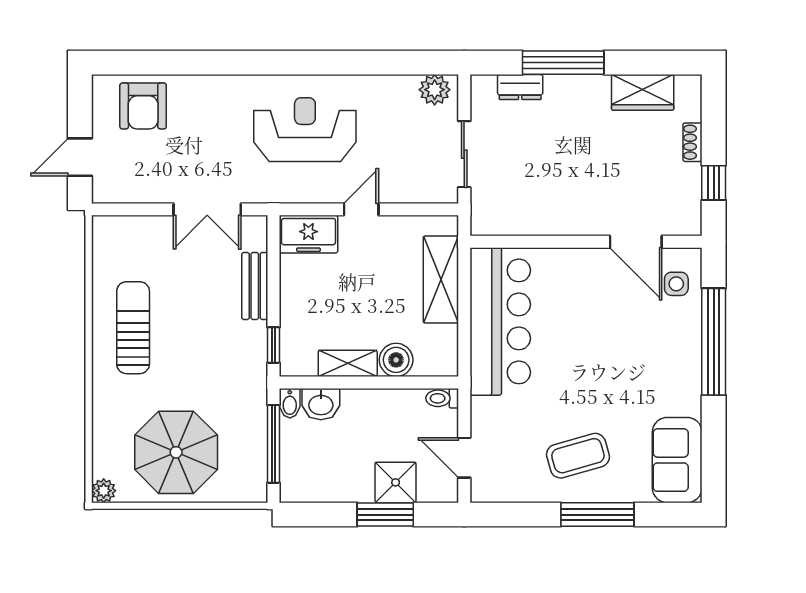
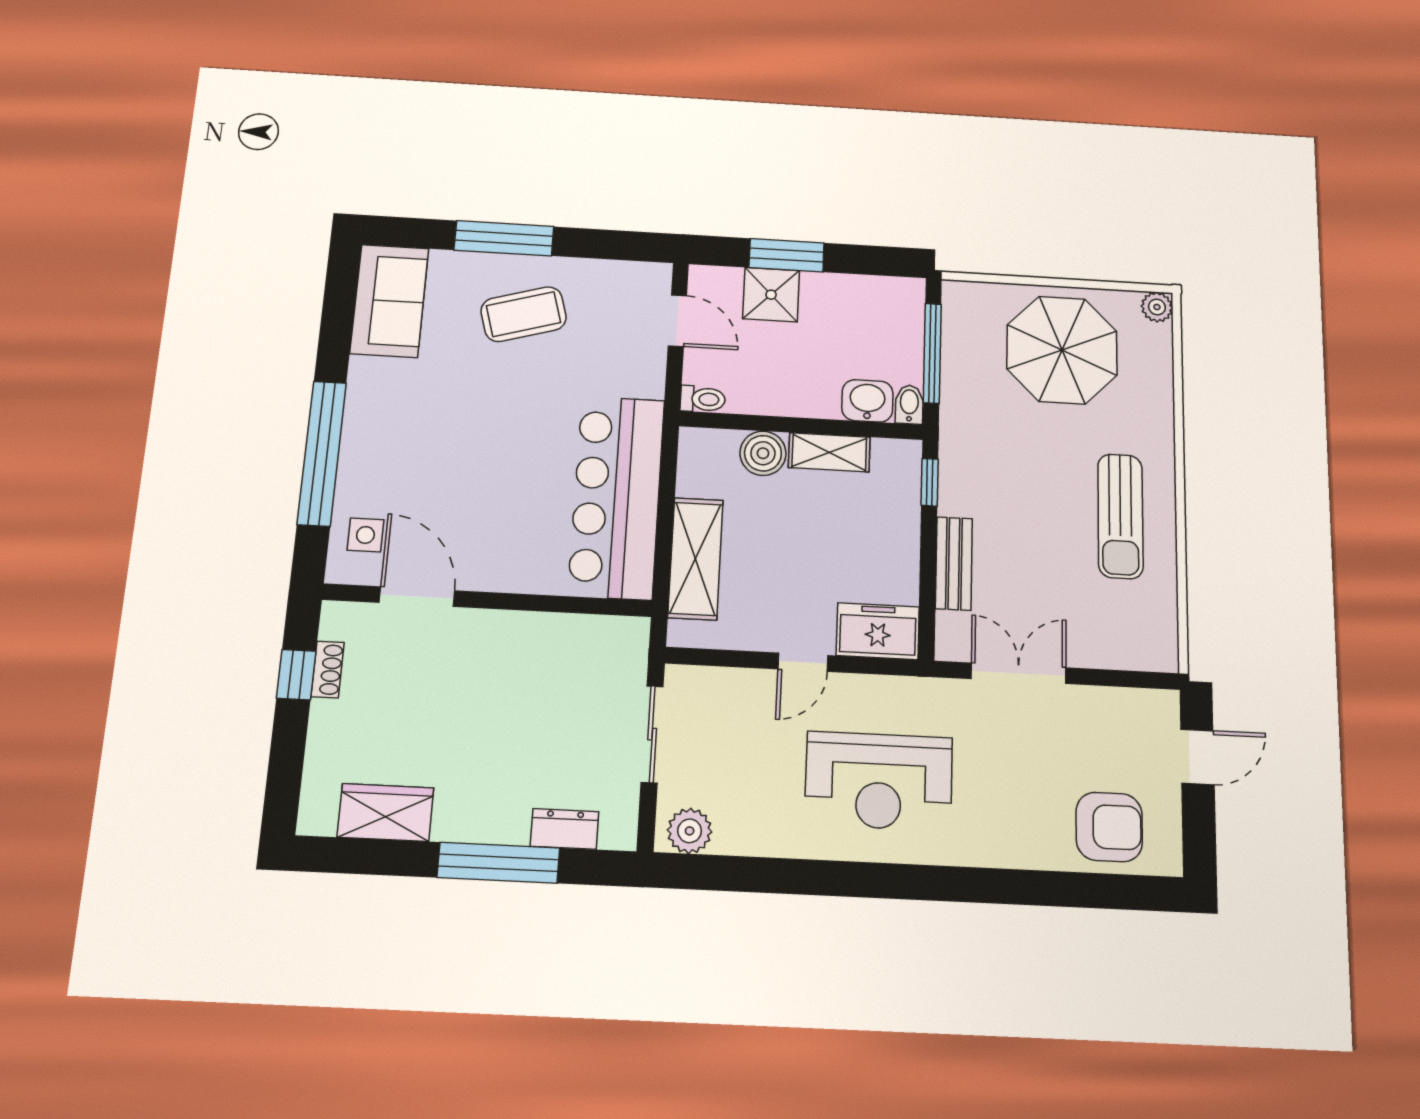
armchair: (143, 106) -> (1109, 827), turned 90
shoe rack: (692, 142) -> (328, 669), moved

